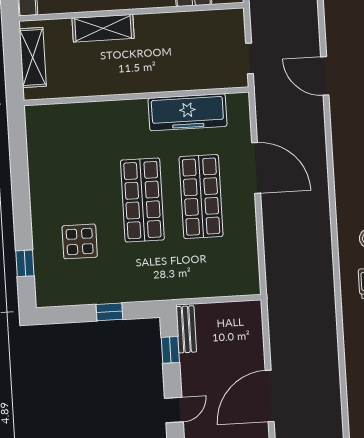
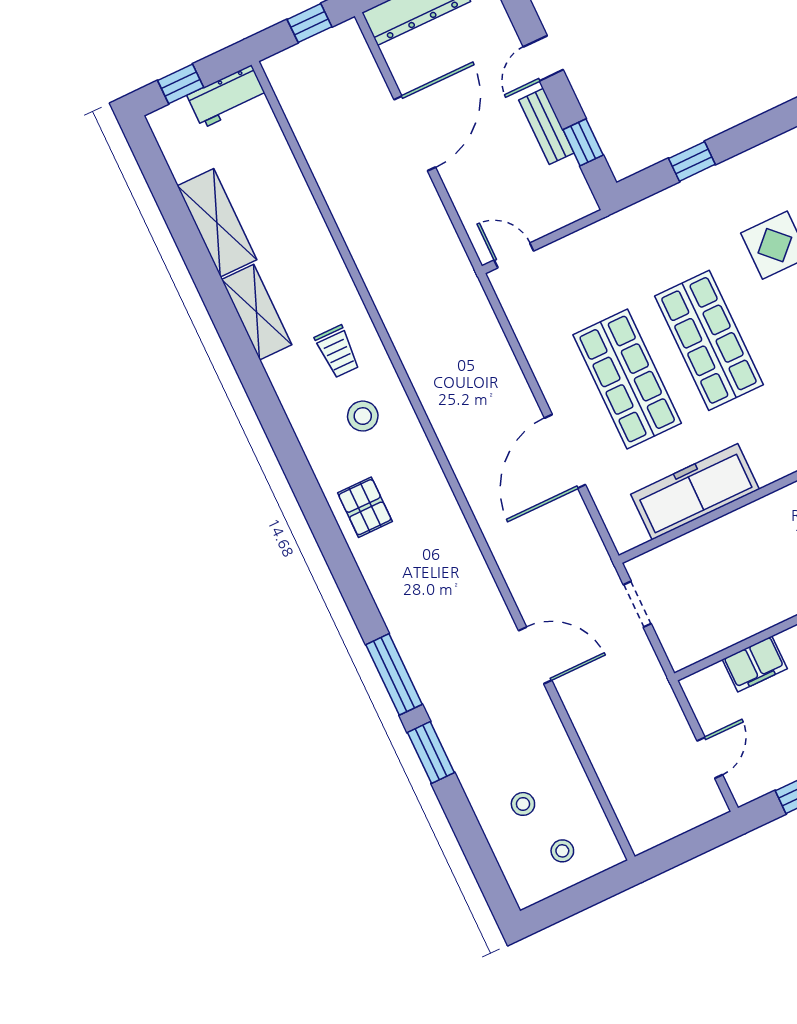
door: (325, 76) -> (535, 655), moved
door: (256, 168) -> (565, 451), hinge flipped
door: (239, 298) -> (514, 255), added
bench: (186, 329) -> (546, 126), moved

